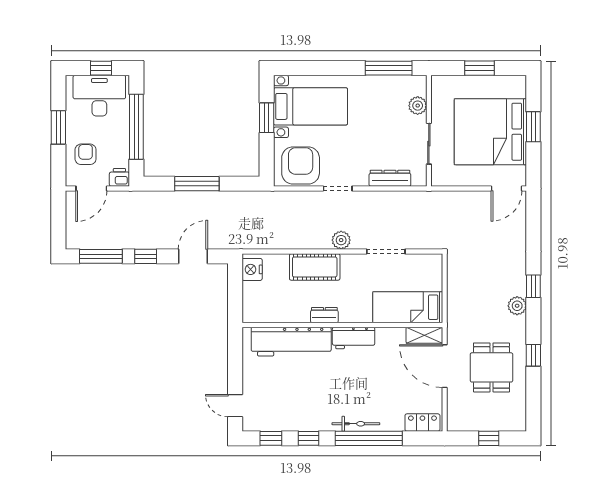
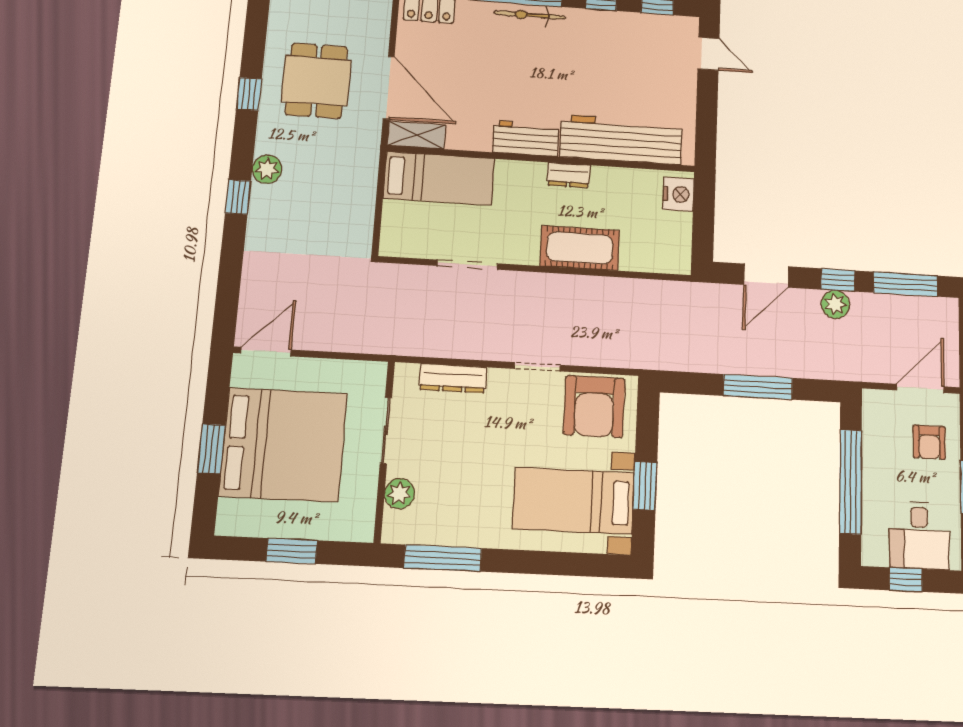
desk: (99, 96) -> (919, 535), width x0.73
printer: (119, 177) -> (877, 403), removed
plant: (341, 240) -> (835, 304), moved
nightstand: (252, 269) -> (678, 194), moved

